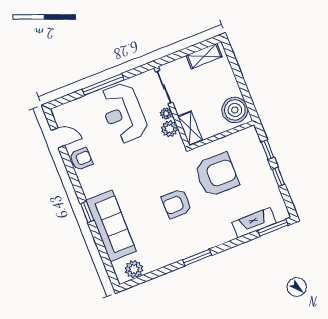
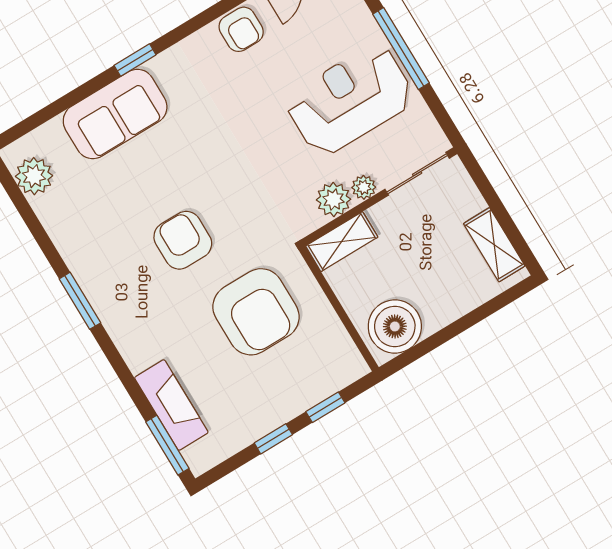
sofa: (111, 226) -> (115, 114), width x0.73

